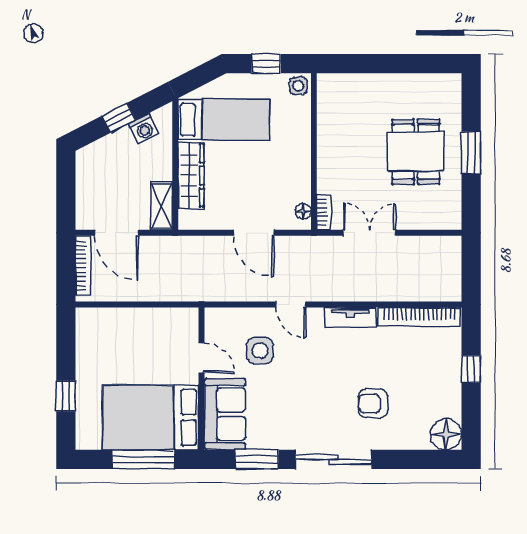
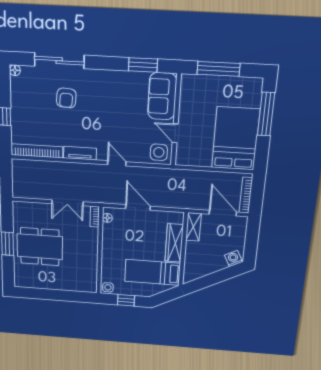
window: (119, 118) -> (215, 278), removed
washing machine: (144, 129) -> (233, 259), moved
dining table: (416, 152) -> (40, 247), width x1.38
side table: (260, 351) -> (159, 152), moved
window: (66, 396) -> (266, 114), width x2.17
armchair: (373, 403) -> (66, 98), turned 94
bed: (151, 417) -> (236, 139), moved, turned -90
floor lamp: (446, 434) -> (15, 70), width x0.53, depth x0.53
sliding door: (333, 459) -> (59, 61), moved

